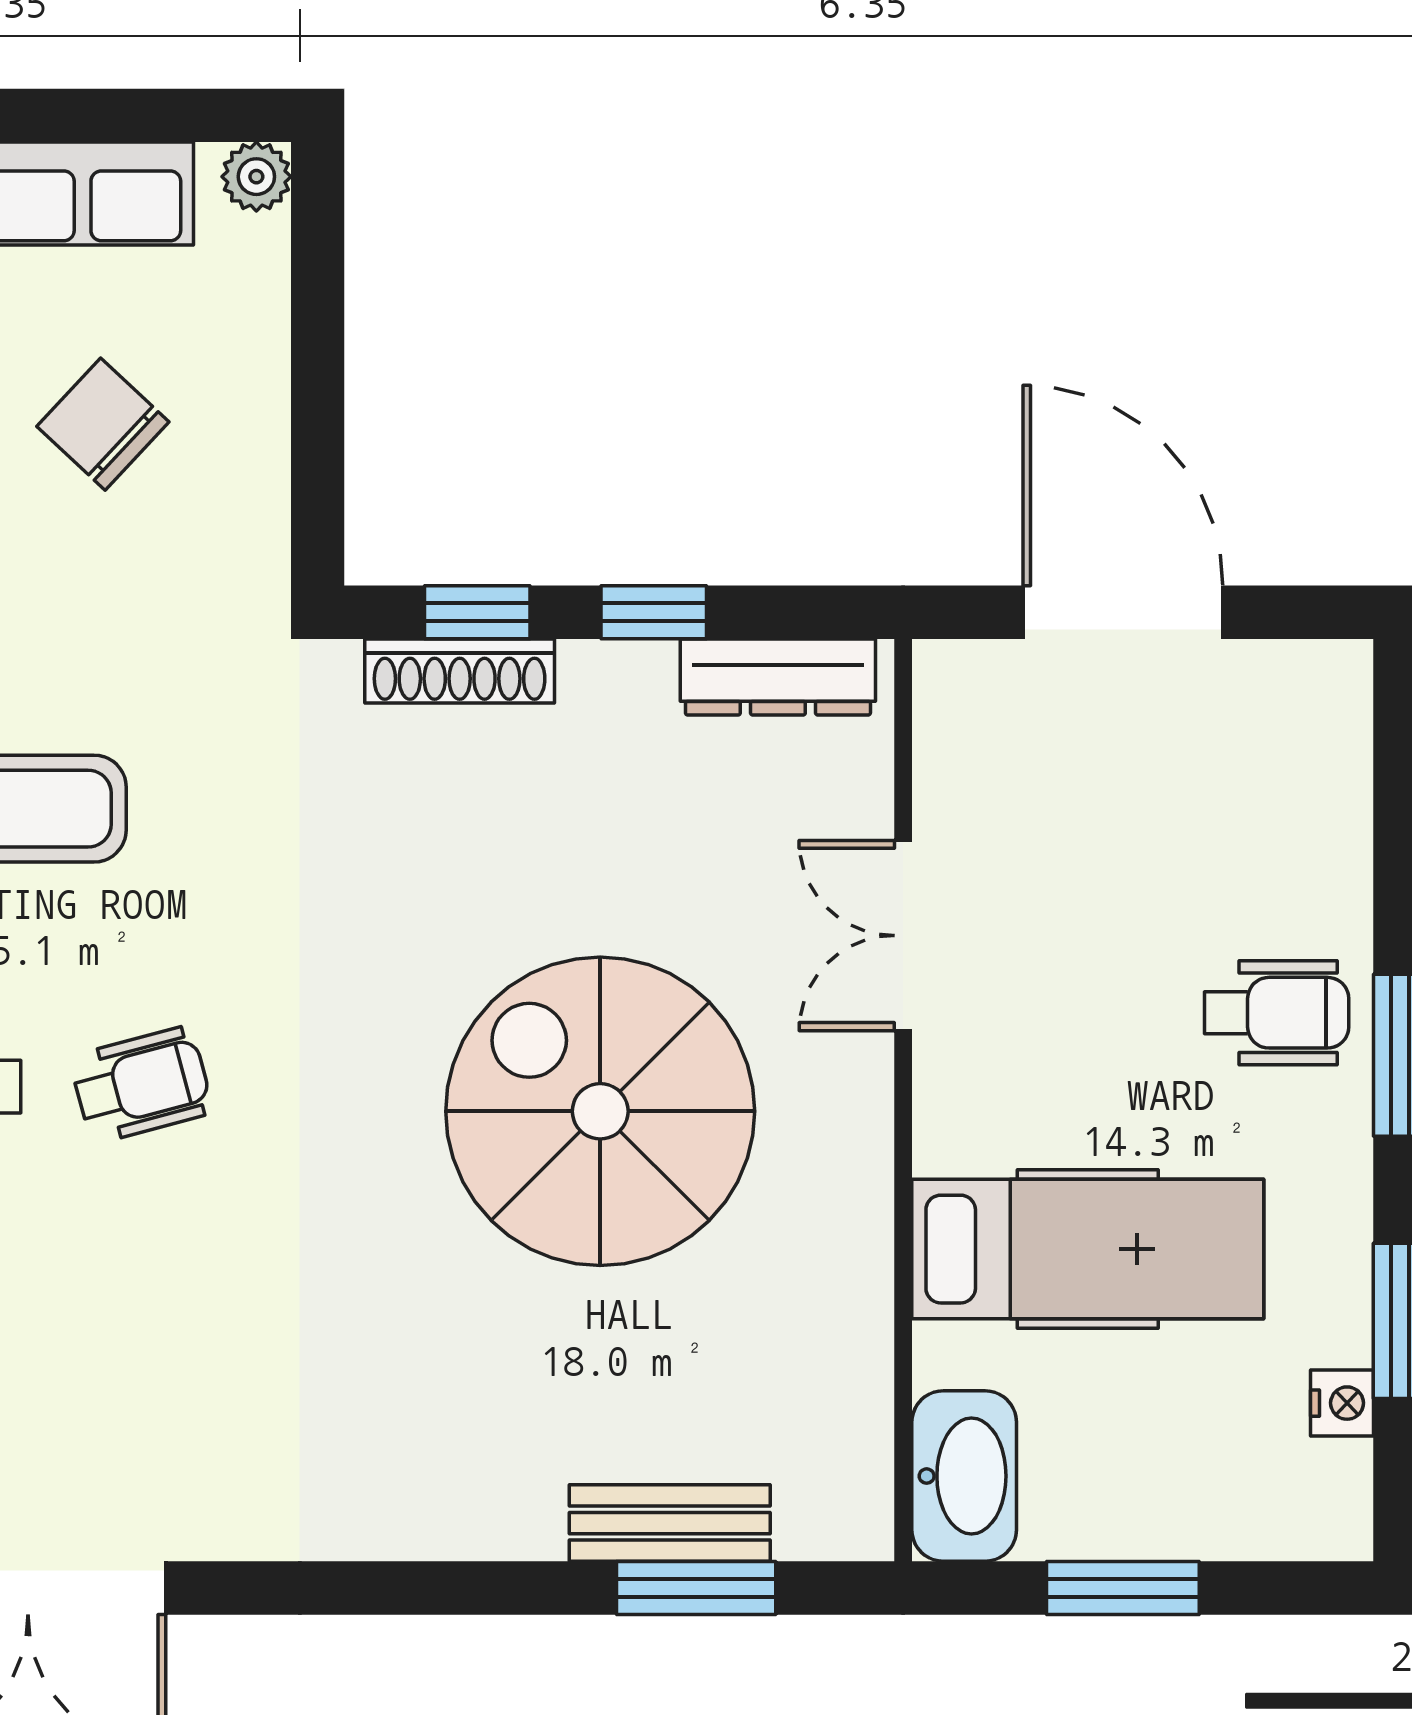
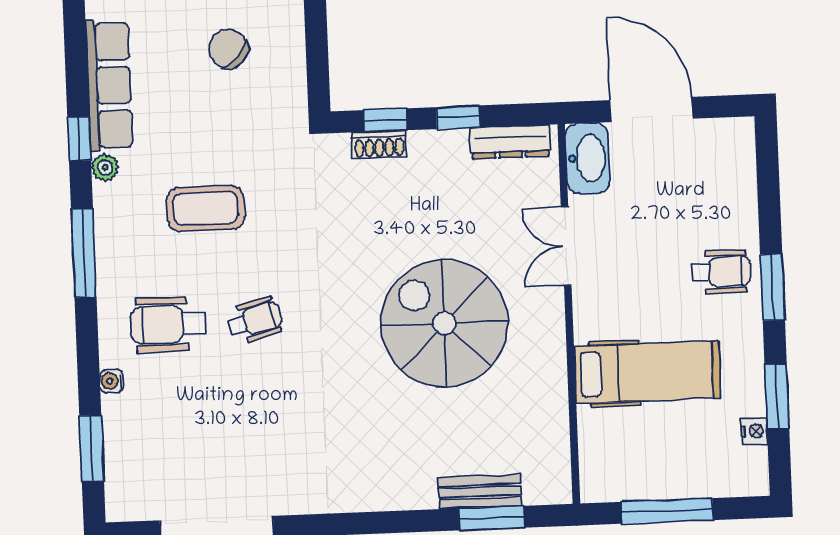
shoe rack: (460, 671) -> (379, 145), width x0.70
washbasin: (964, 1476) -> (588, 158), moved
window: (1123, 1588) -> (667, 511), width x1.44

